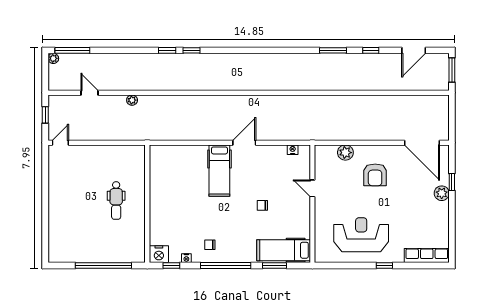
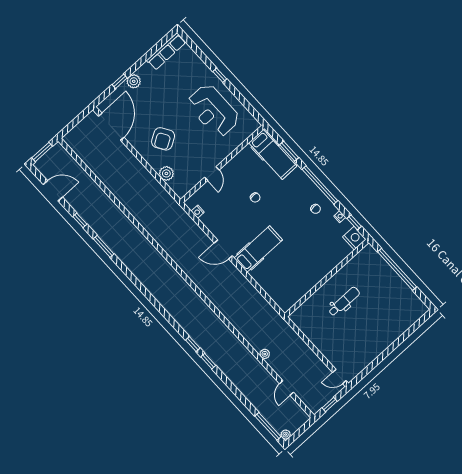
armchair: (375, 175) -> (163, 139), turned 149
row of seats: (427, 256) -> (166, 51), moved, turned -90

